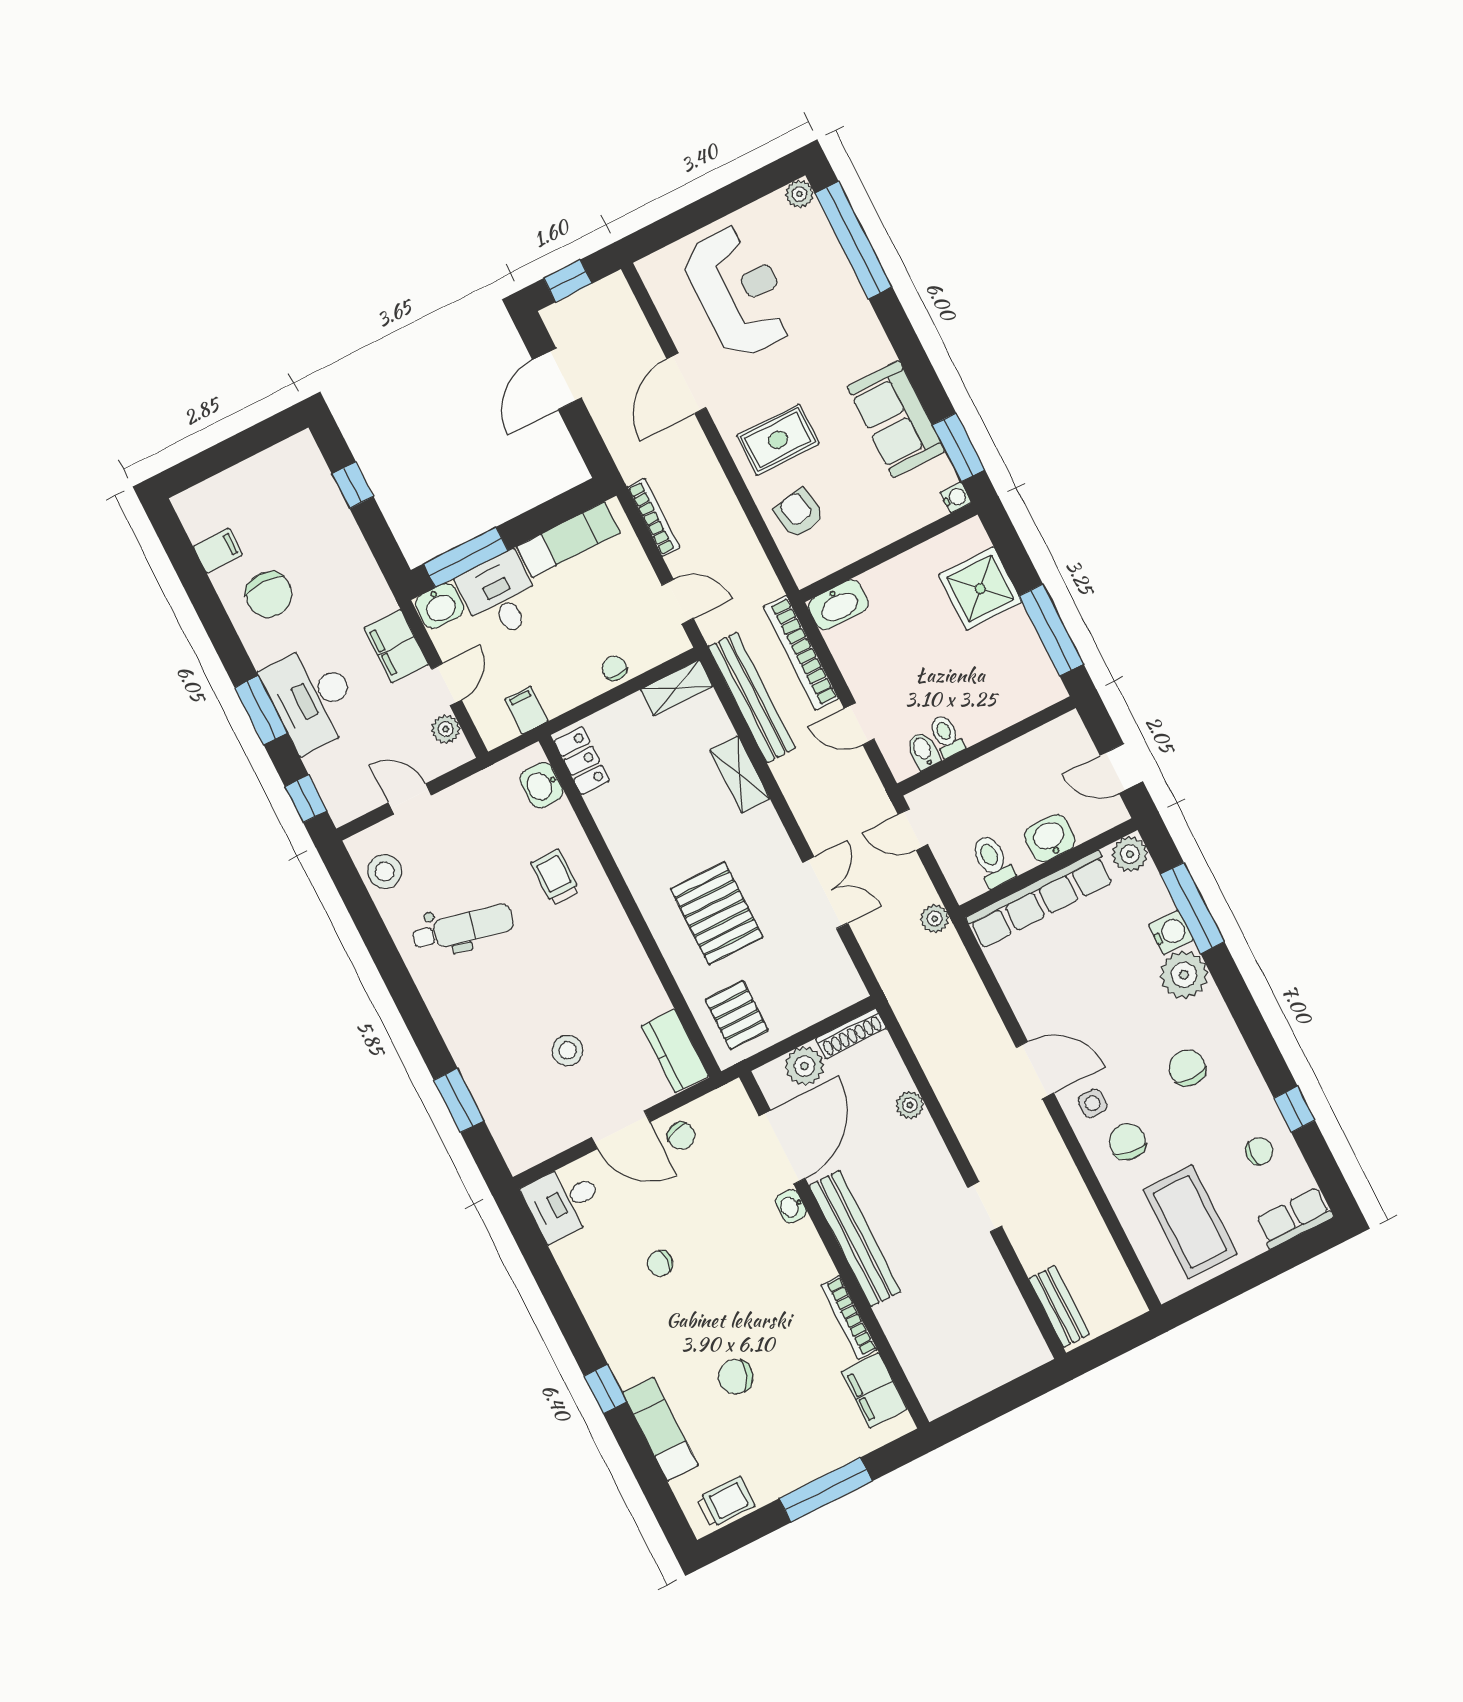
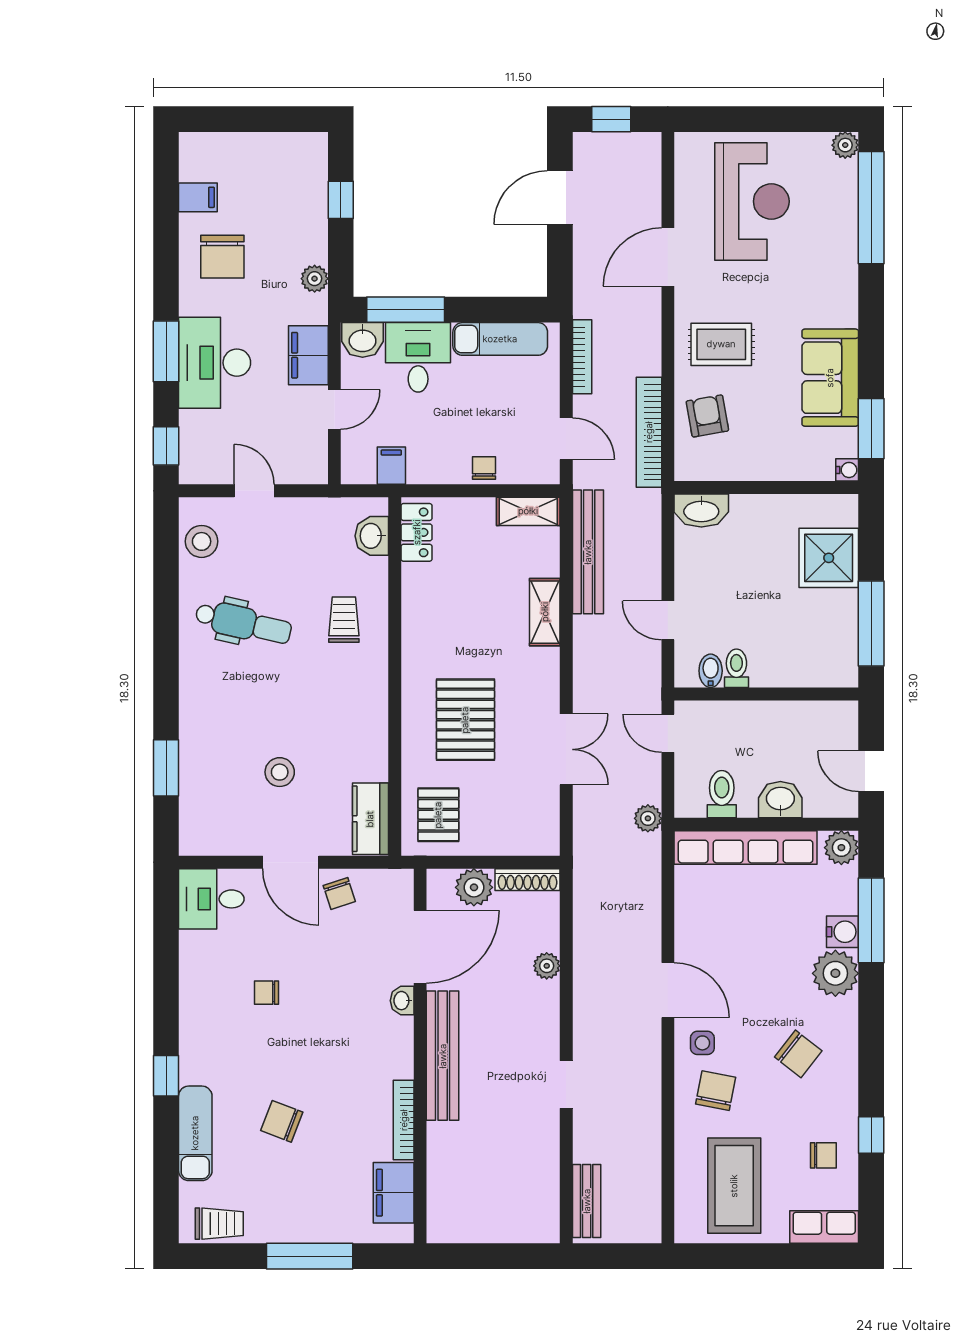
bookcase: (801, 653) -> (649, 432), moved
plant: (446, 729) -> (315, 279), moved
chair: (1187, 1068) -> (798, 1054), turned 128

